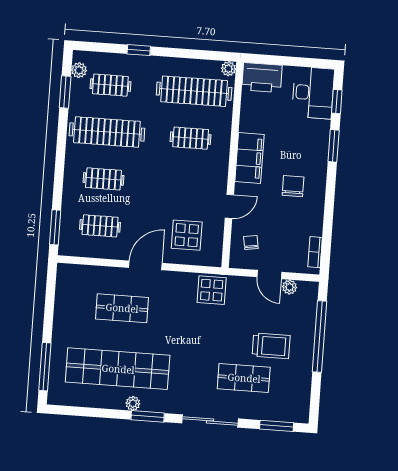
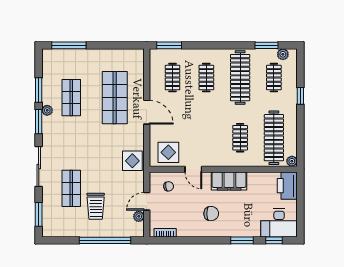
display table: (187, 235) -> (168, 152), moved
shop shelf: (122, 308) -> (115, 98), width x1.43, depth x1.36
shop shelf: (118, 369) -> (71, 98), width x0.50, depth x0.74
window: (104, 413) -> (39, 90), added

